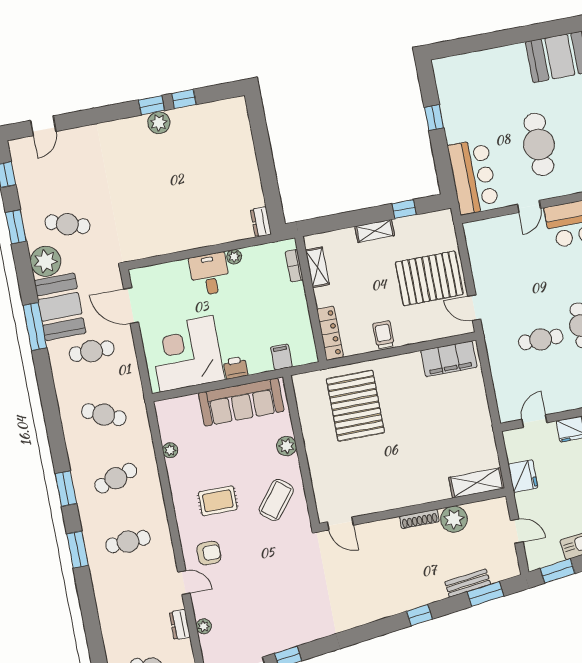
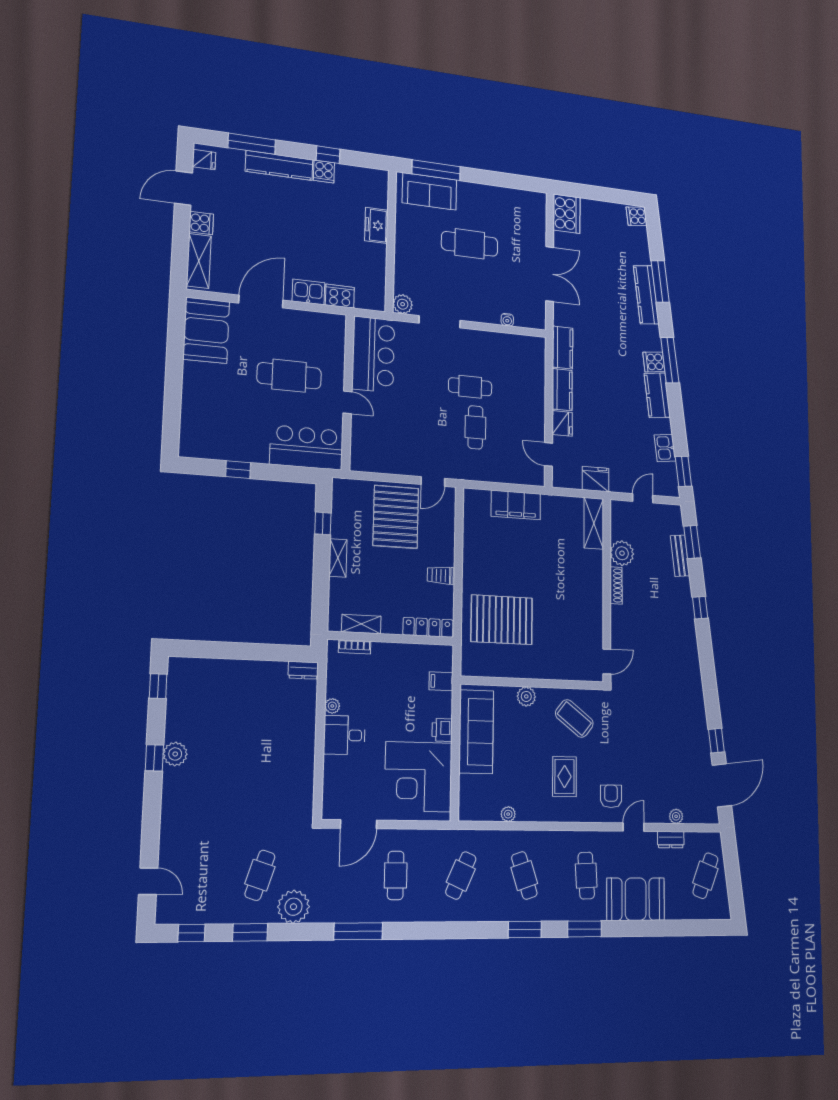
window: (184, 99) -> (158, 686), moved
booth: (60, 307) -> (636, 899), moved
filing cabinet: (449, 359) -> (516, 505), moved, turned 90

